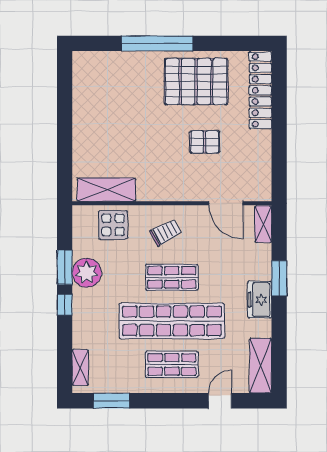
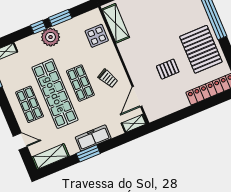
pallet: (205, 142) -> (168, 69), turned 90
trolley: (166, 232) -> (108, 78), moved
plant: (87, 273) -> (51, 37), moved
window: (279, 278) -> (88, 153), moved
freezer: (259, 300) -> (93, 138), width x1.40

